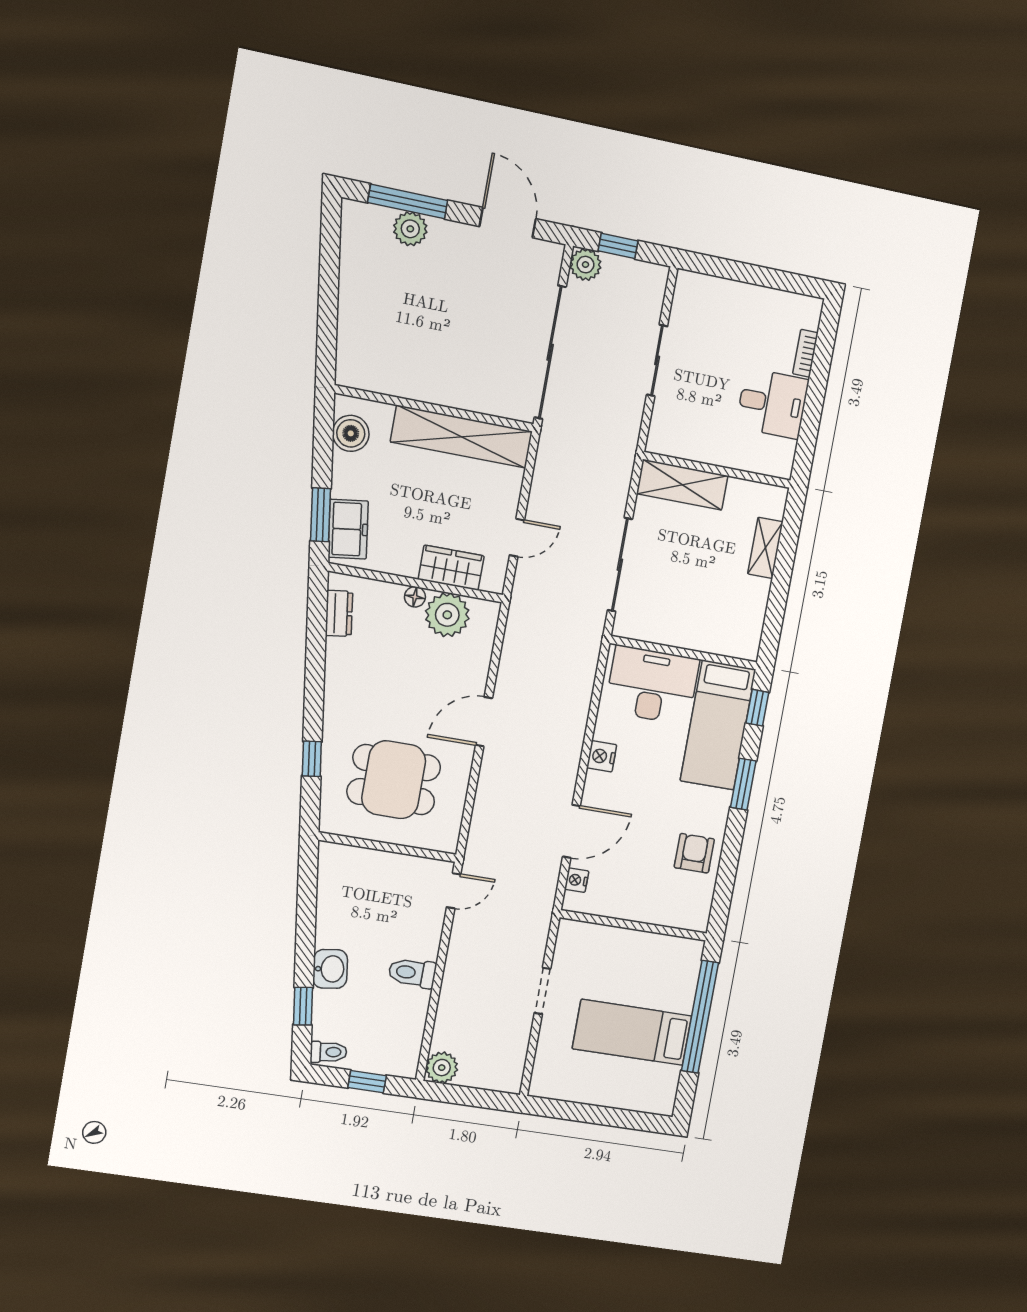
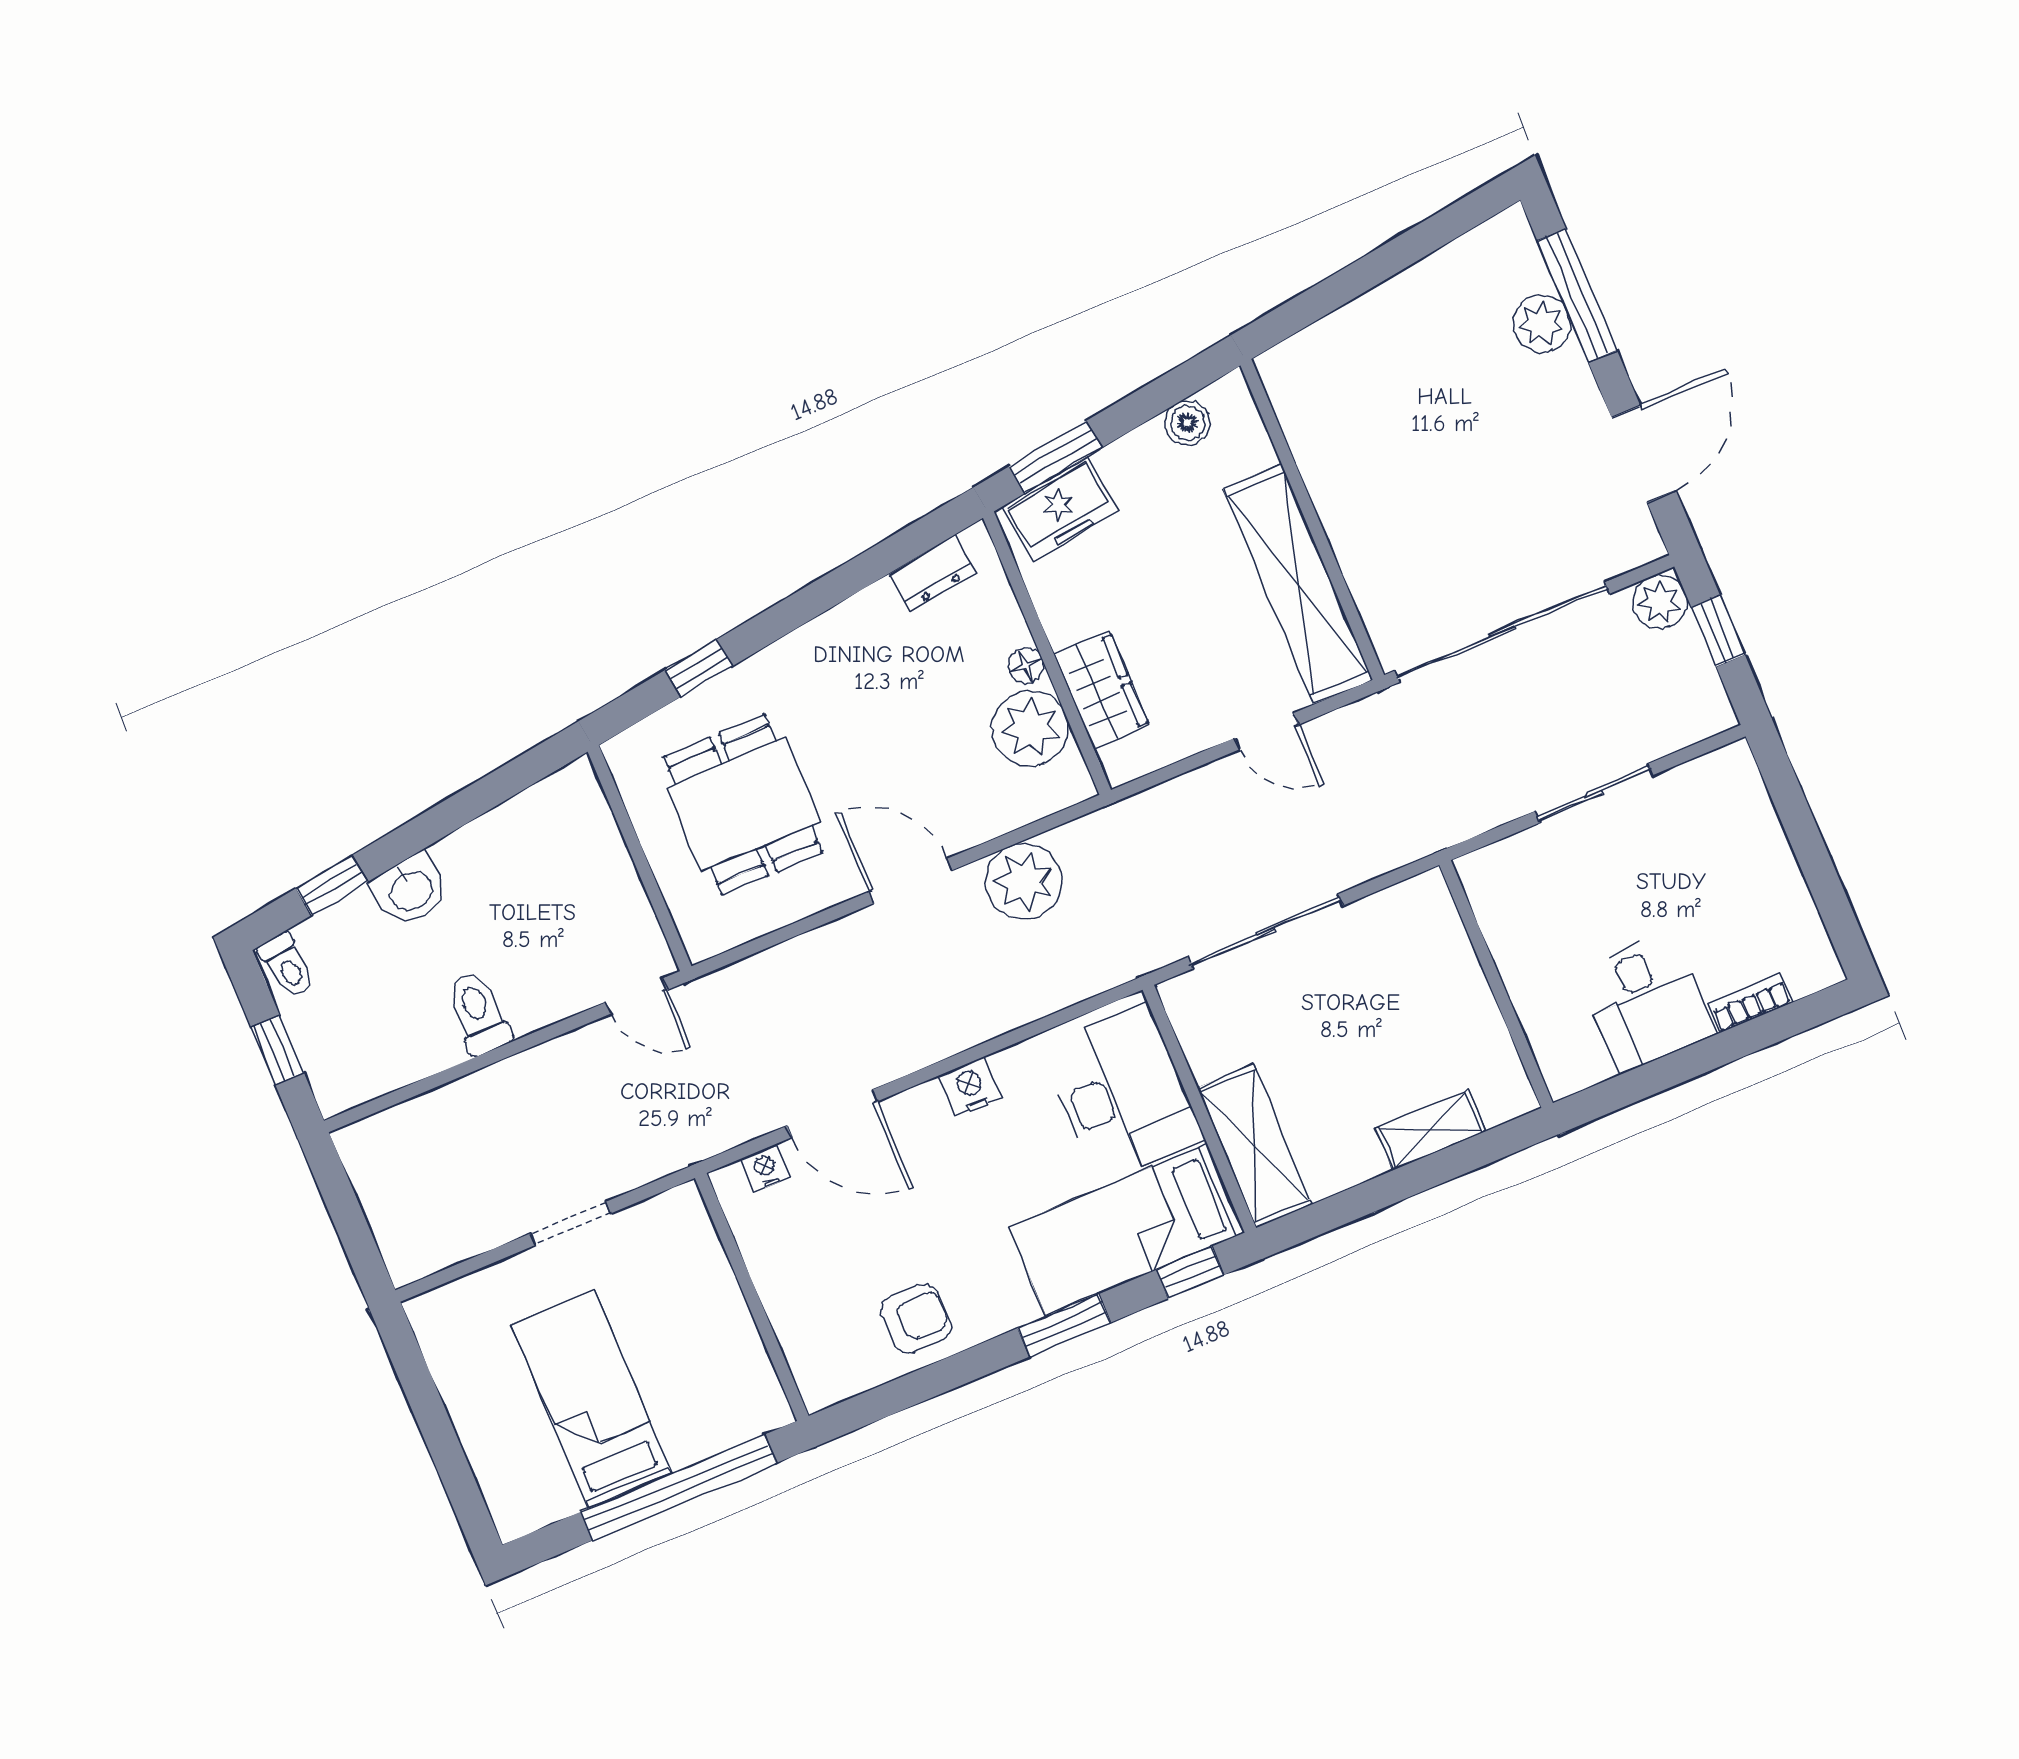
boiler: (351, 433) -> (1187, 423), width x0.73, depth x0.73
shelving: (682, 485) -> (1255, 1146), moved
door: (517, 538) -> (1266, 731), moved
plant: (442, 1068) -> (1024, 881), moved, width x1.36, depth x1.36

